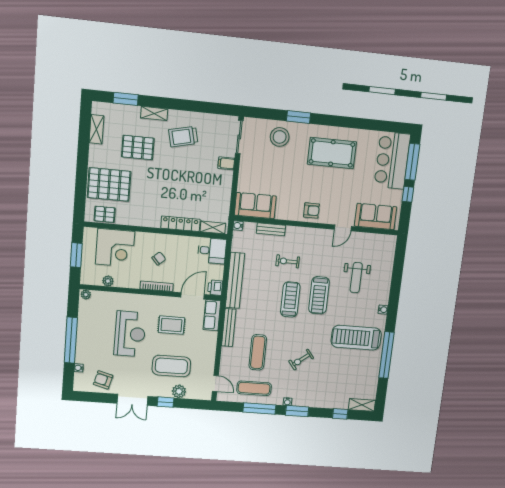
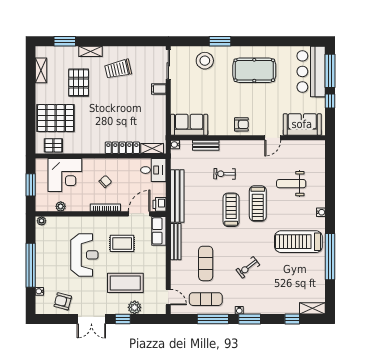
pallet: (138, 148) -> (79, 83), turned 90
weight bench: (356, 278) -> (291, 184), turned 90

